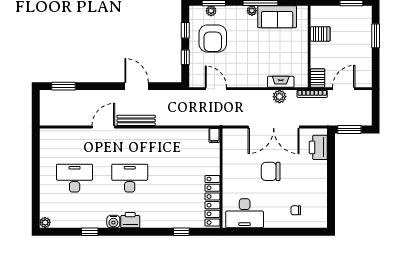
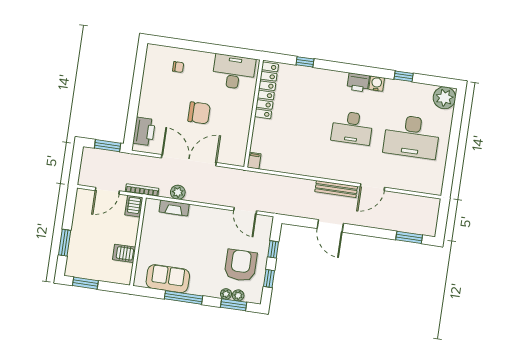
plant: (252, 11) -> (226, 294), moved
desk: (75, 178) -> (412, 137), width x1.36, depth x1.30
plant: (45, 222) -> (444, 98), width x1.87, depth x1.87

